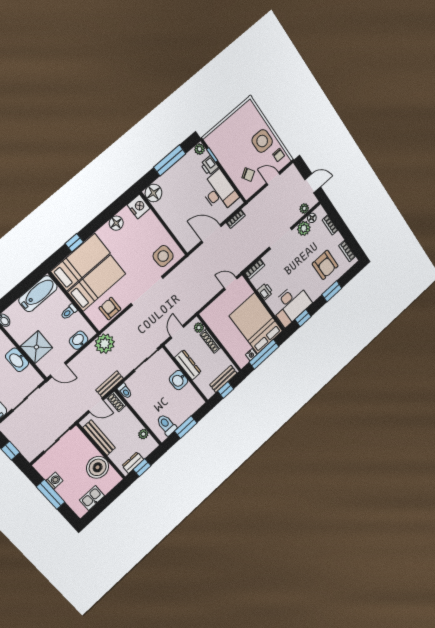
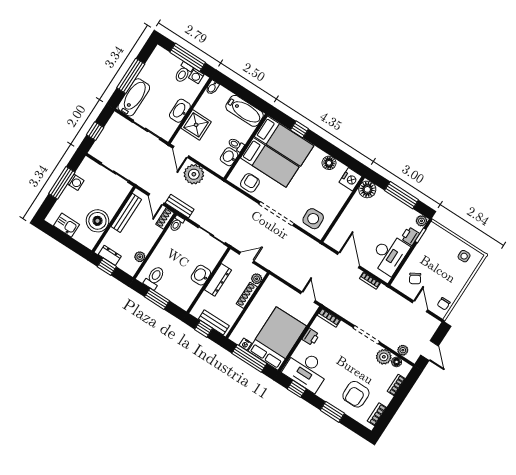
side table: (262, 141) -> (464, 256), moved, width x0.54, depth x0.54
washbasin: (79, 340) -> (229, 157), moved, turned -90
plant: (105, 344) -> (194, 174), moved

